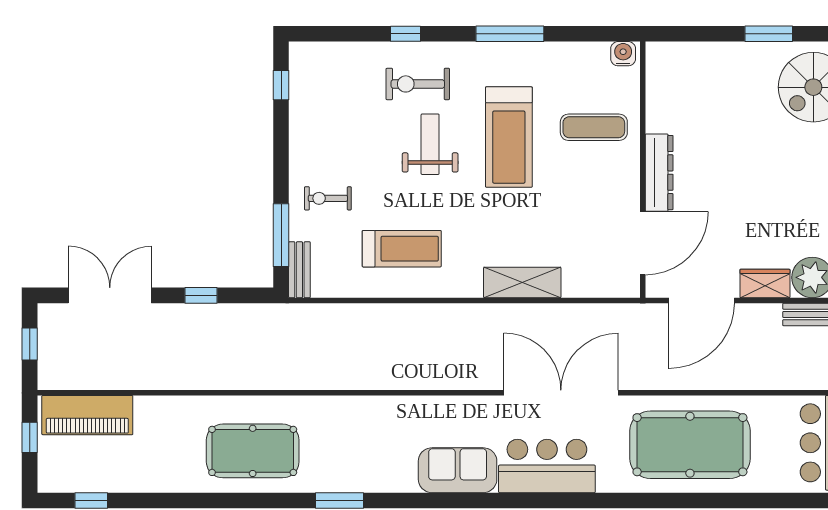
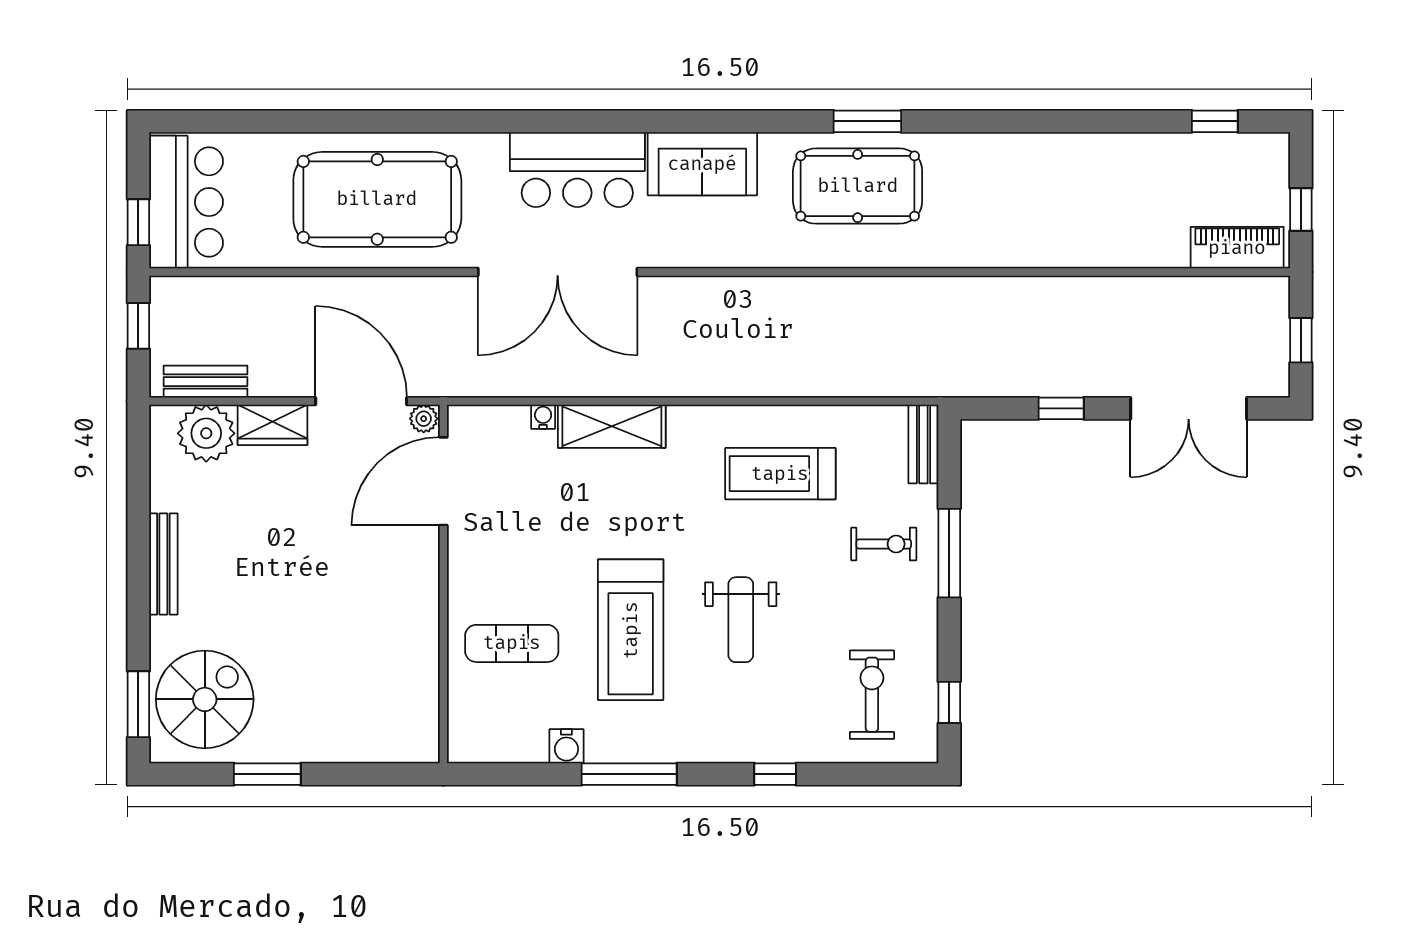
water cooler: (623, 54) -> (566, 746), moved
exercise bike: (418, 84) -> (872, 695), moved, turned -90
treadmill: (509, 137) -> (631, 630), turned 180
dresser: (659, 173) -> (420, 580), removed
window: (281, 235) -> (949, 553), moved
plant: (657, 288) -> (424, 419), added
water cooler: (571, 289) -> (543, 417), added
door: (702, 300) -> (361, 401), hinge flipped
piano: (87, 415) -> (1237, 248), width x0.73, depth x0.75
pool table: (253, 451) -> (858, 186), moved

